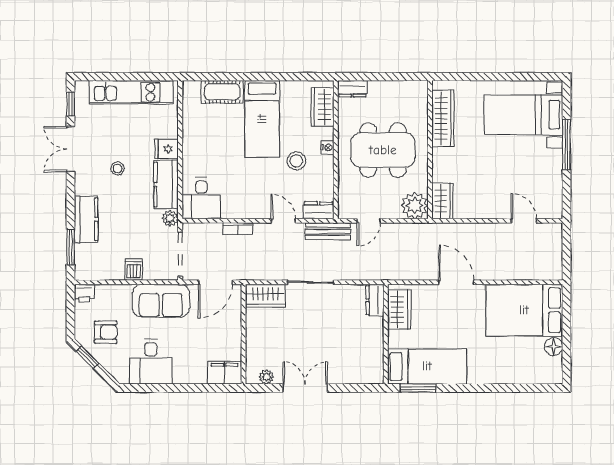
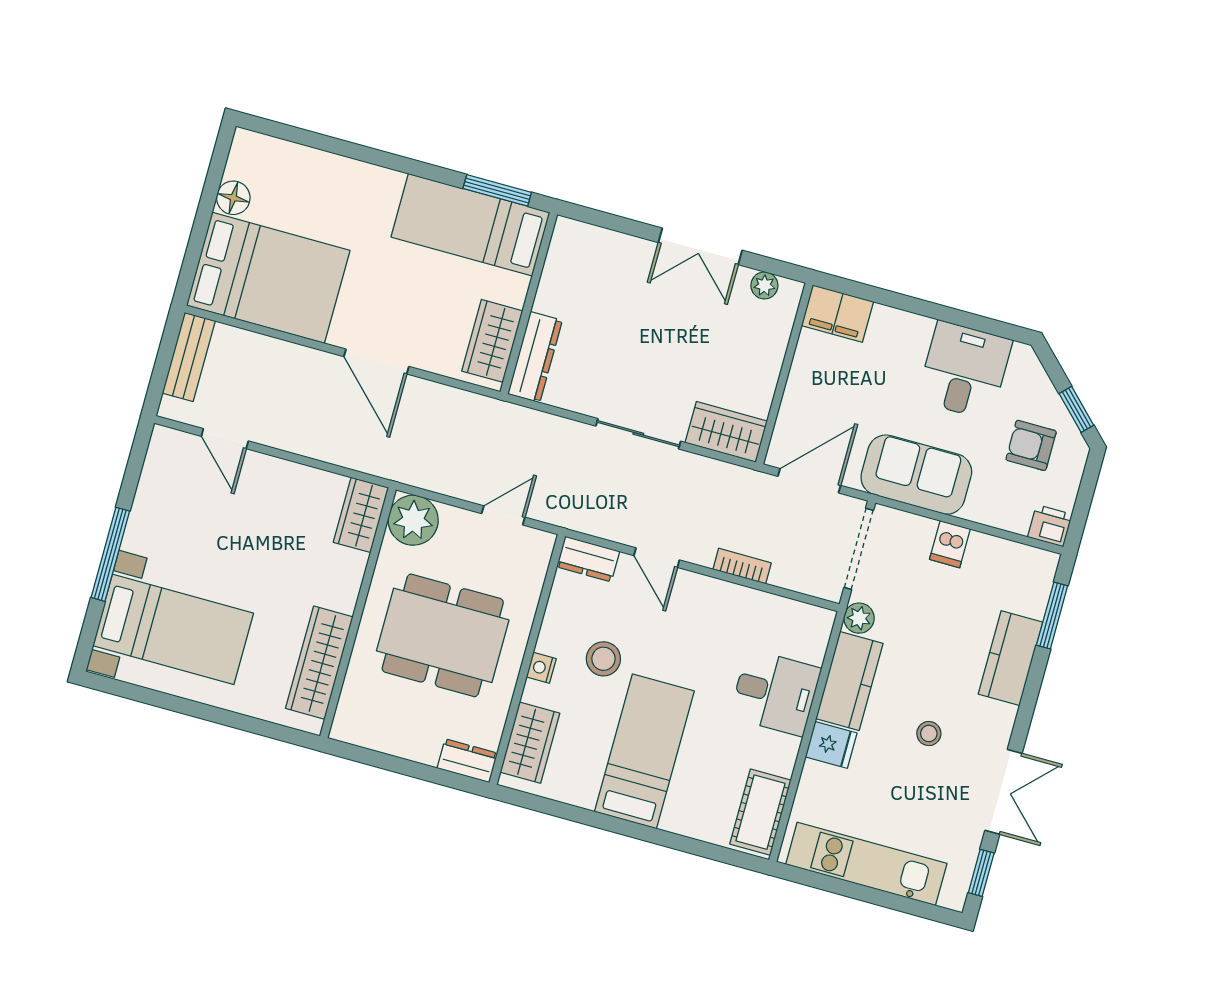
cot: (222, 92) -> (760, 812), moved, turned 90
desk: (201, 198) -> (775, 693), moved, turned 90
bench: (328, 231) -> (189, 357), moved, turned 90
dresser: (375, 300) -> (535, 357), width x1.44

